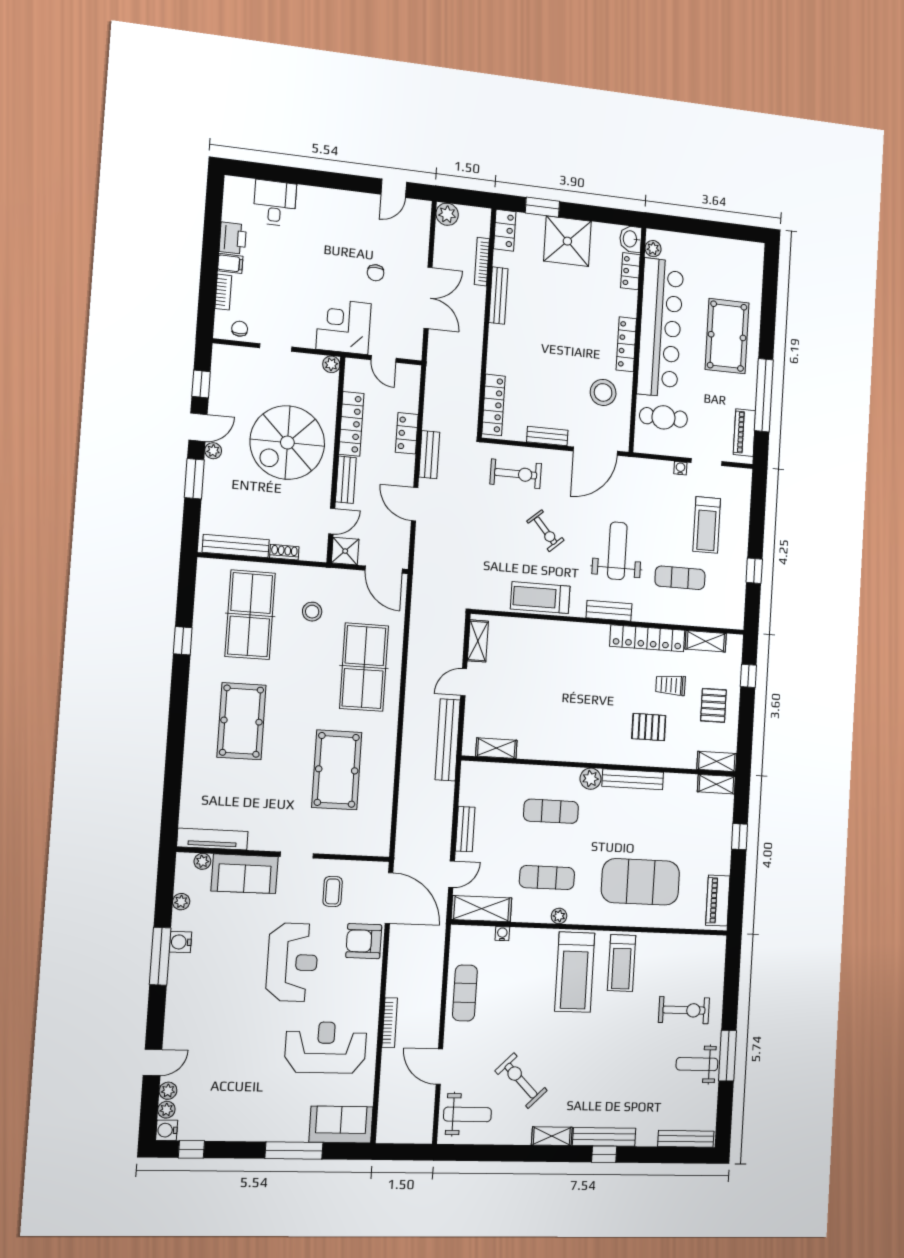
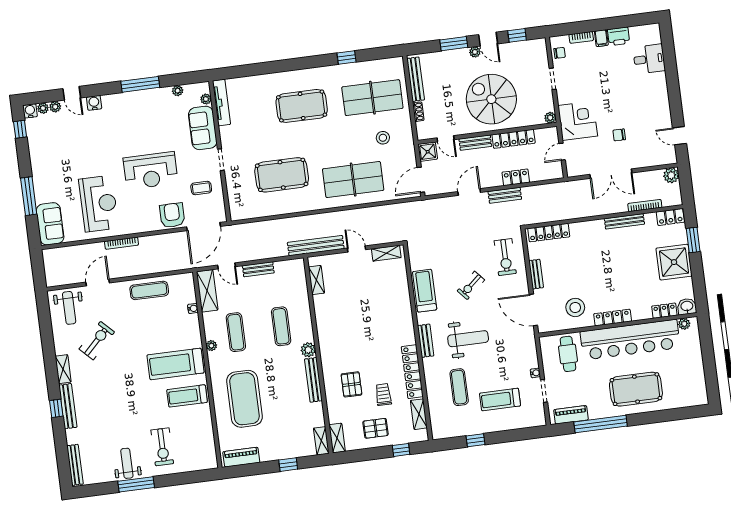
water cooler: (180, 942) -> (94, 103), moved

